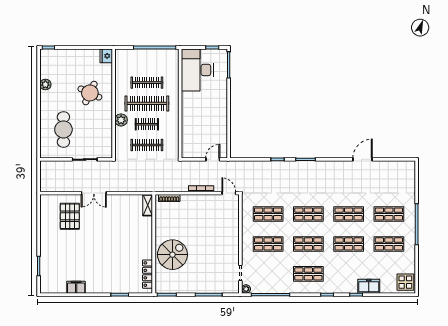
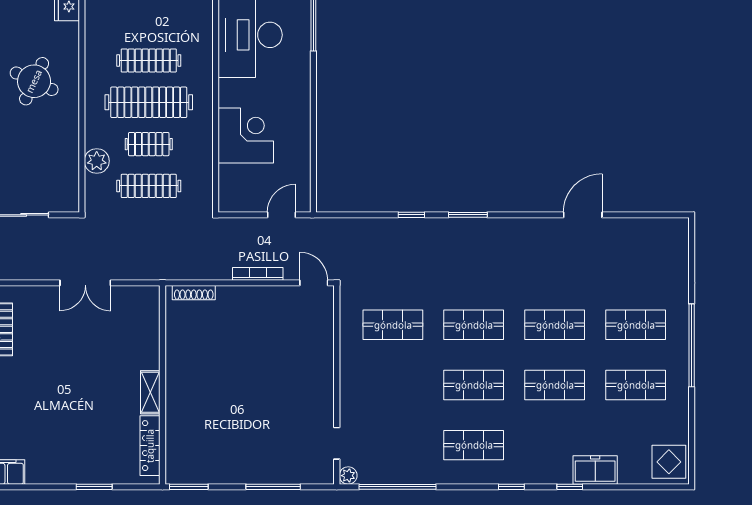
plant: (121, 120) -> (97, 161), moved
corner desk: (195, 120) -> (246, 135), added
double door: (94, 193) -> (85, 283), moved
shelving: (148, 205) -> (150, 392), moved
shop shelf: (268, 244) -> (393, 385), removed
spiral stairs: (172, 255) -> (200, 406), removed

